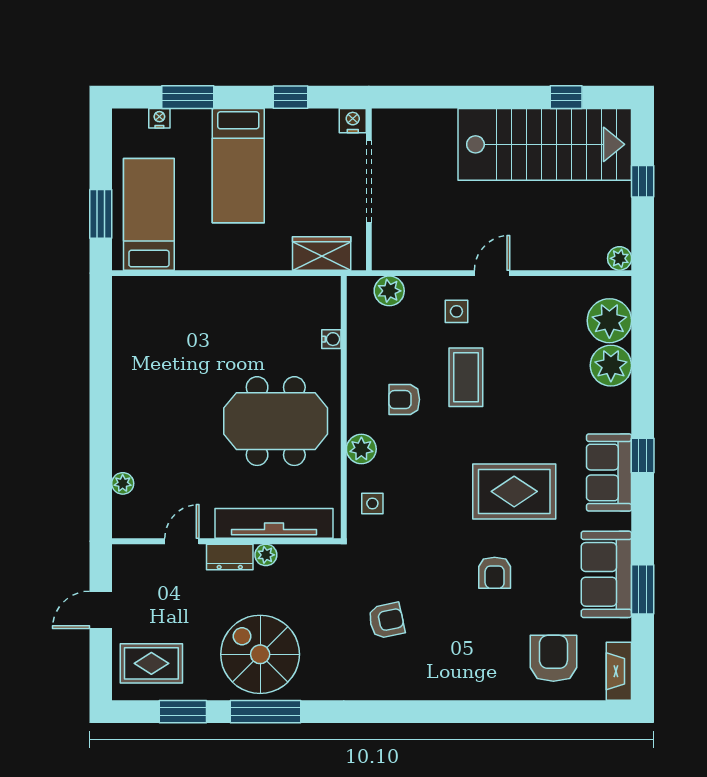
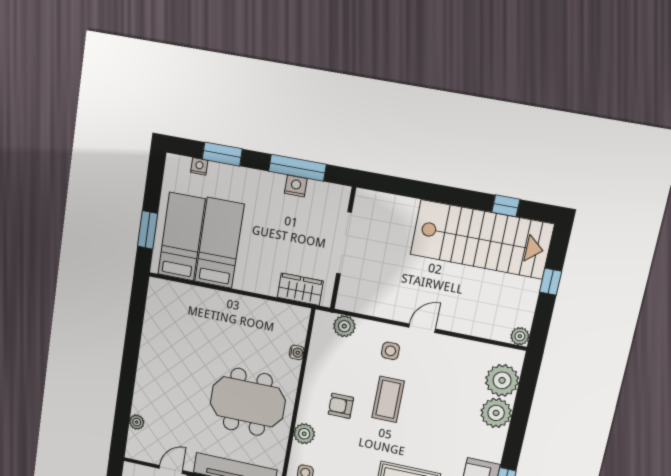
window: (290, 97) -> (297, 168), width x2.17
nightstand: (353, 121) -> (296, 186), moved
bed: (238, 166) -> (219, 243), moved, turned 180

